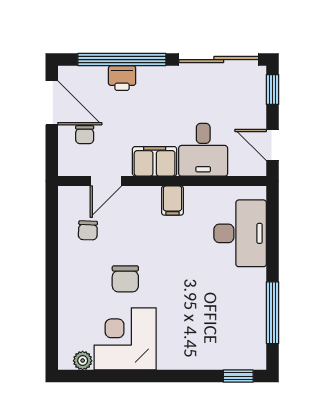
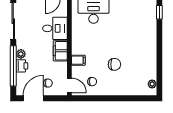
plant: (148, 76) -> (21, 54), added
door: (106, 181) -> (69, 85), moved
filing cabinet: (172, 201) -> (78, 60), moved
corner desk: (125, 339) -> (142, 64), removed

